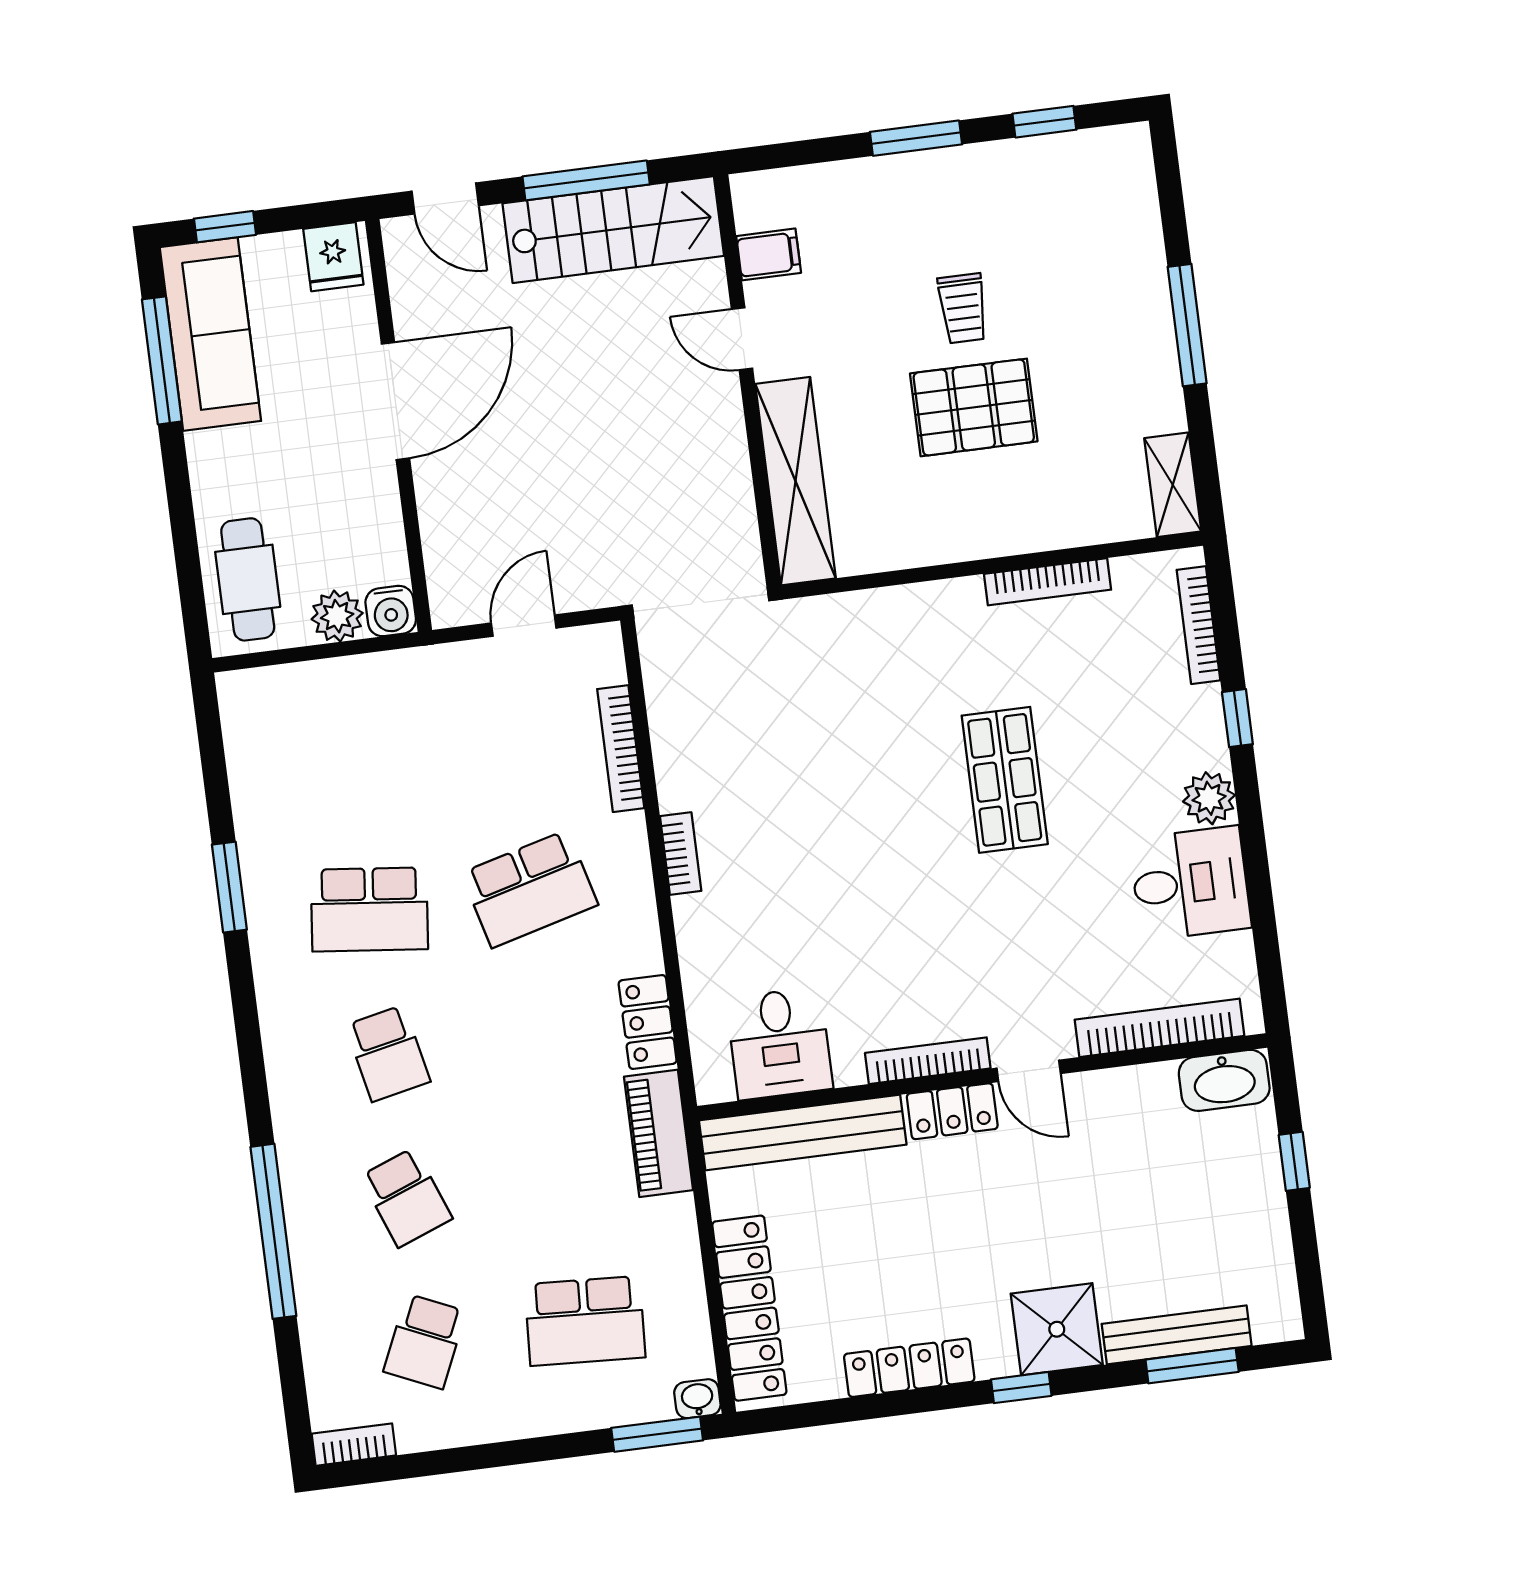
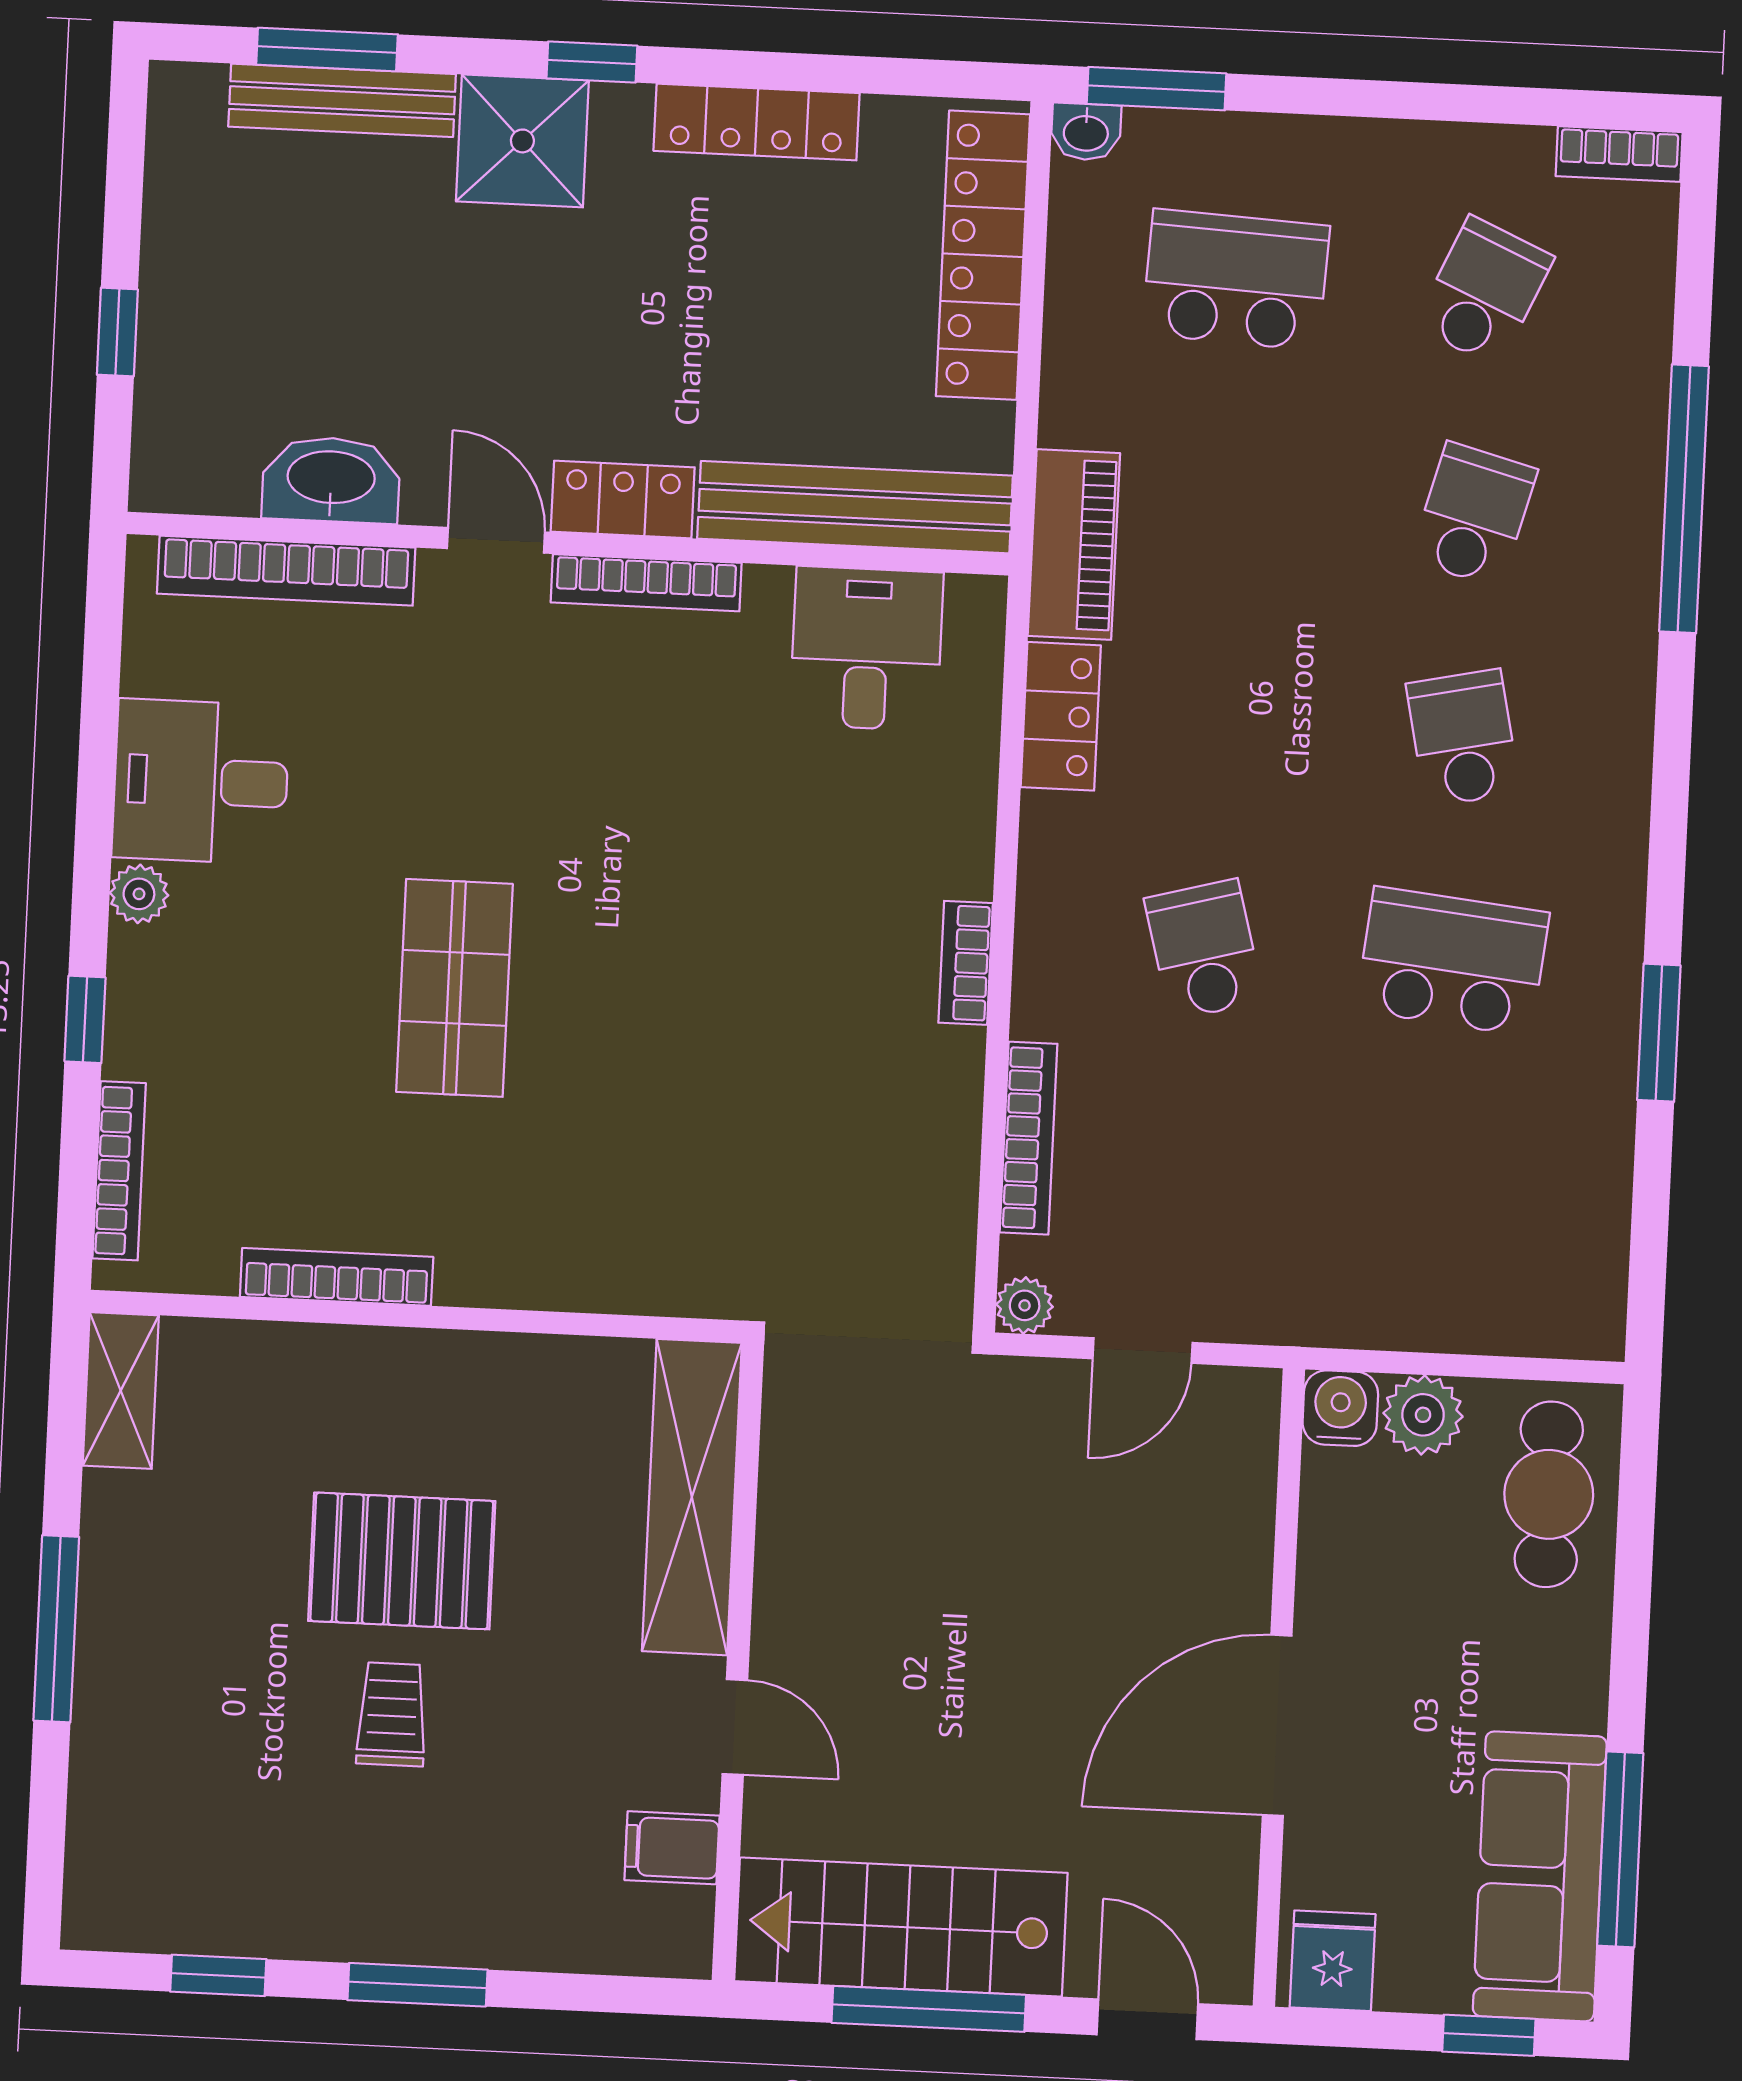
plant: (604, 641) -> (1025, 1305), added
plant: (1209, 798) -> (139, 894), width x0.73, depth x0.73
school desk: (530, 889) -> (1204, 950), width x0.54
washbasin: (1224, 1080) -> (331, 480), moved
school desk: (406, 1197) -> (1474, 515), turned 36

